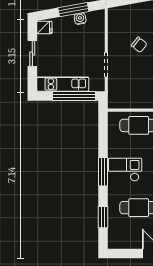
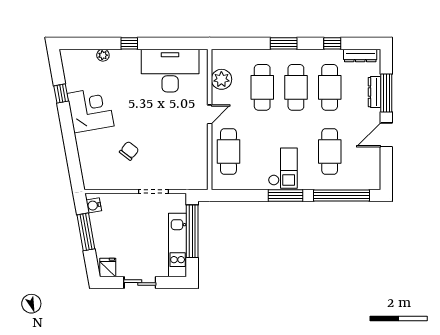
water cooler: (80, 19) -> (94, 205), moved
checkout: (125, 170) -> (283, 168), turned 180
window: (103, 217) -> (341, 195), width x2.11

